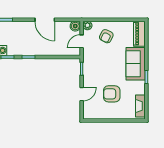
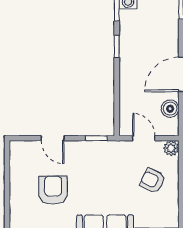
boiler: (75, 26) -> (170, 109), moved

